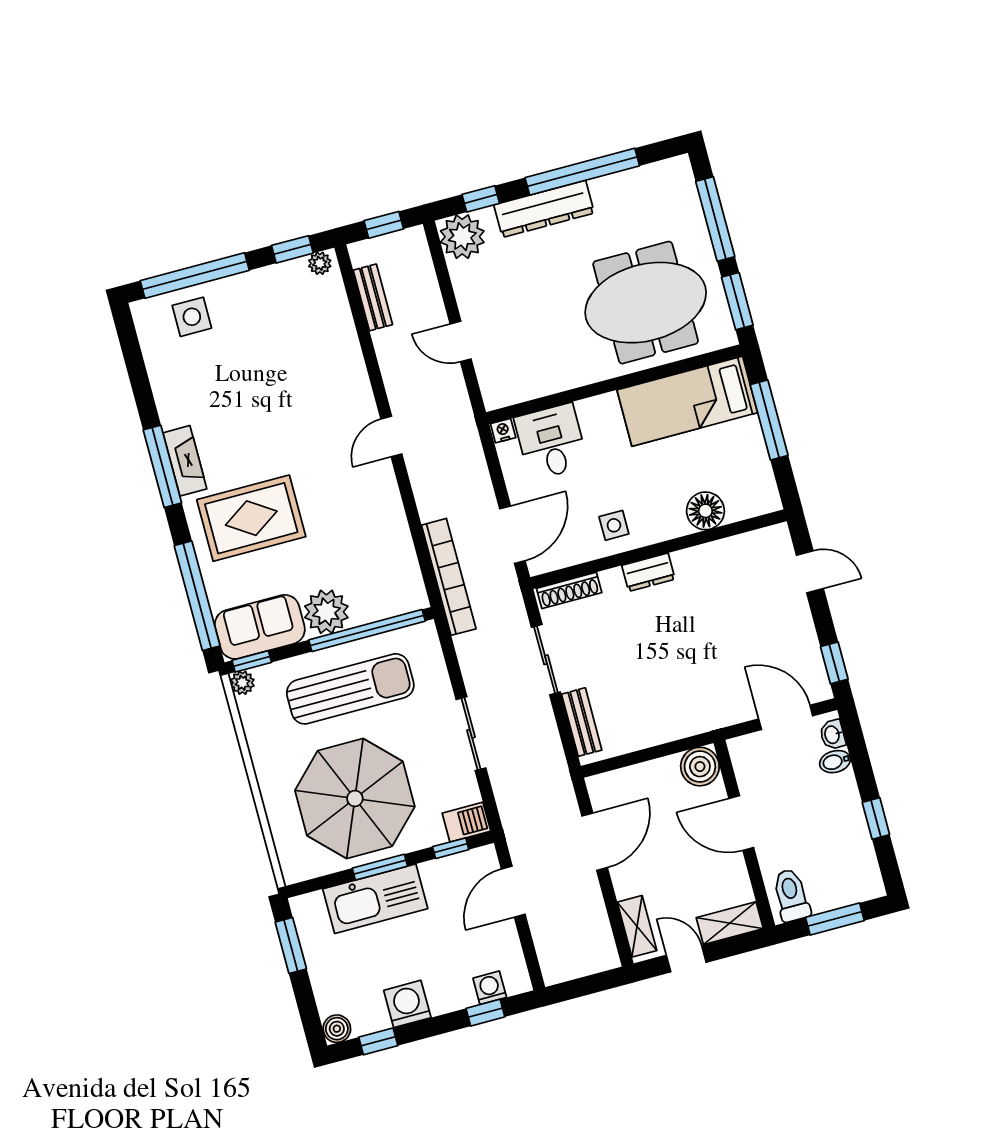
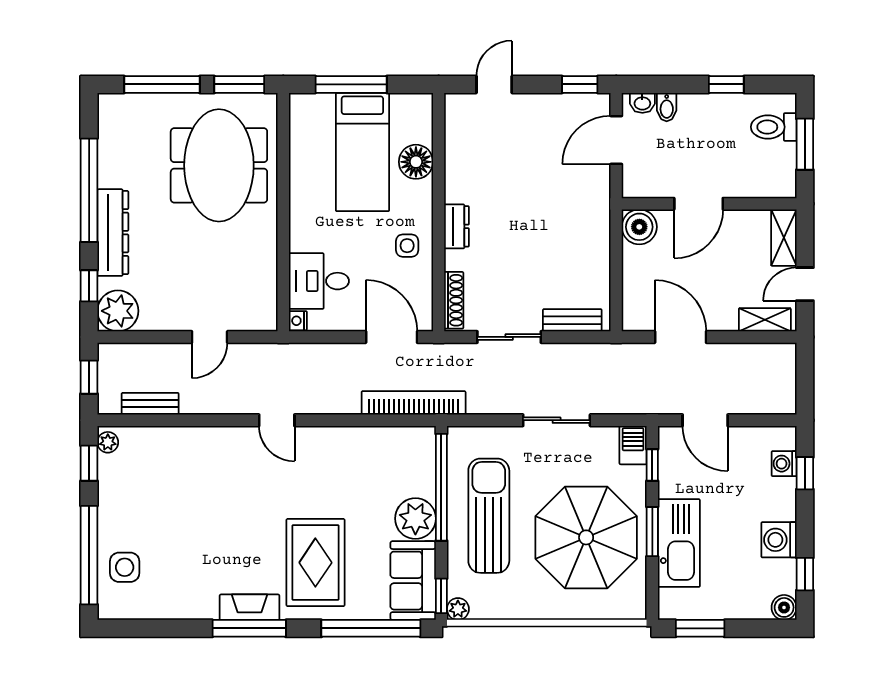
bed: (687, 401) -> (362, 152), moved
toilet: (791, 895) -> (774, 127), moved

